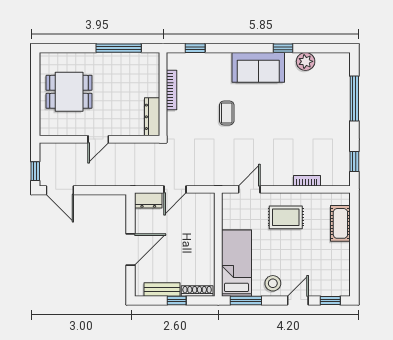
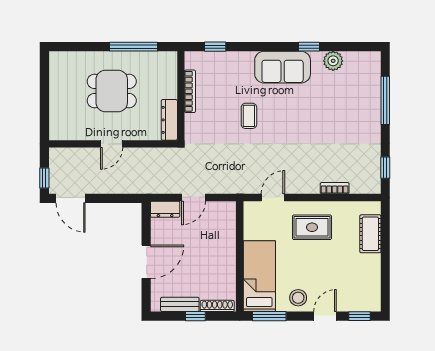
dining table: (69, 92) -> (112, 91), moved

